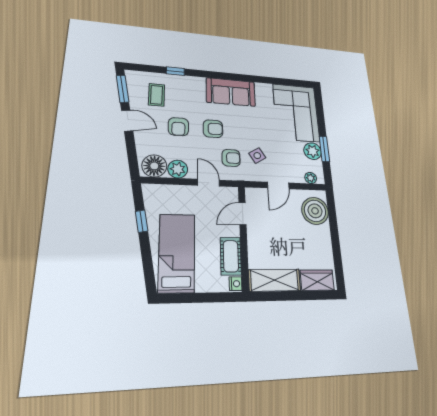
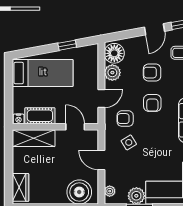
armchair: (231, 158) -> (125, 119), turned 90
shelving: (275, 280) -> (34, 138), moved, turned 90

